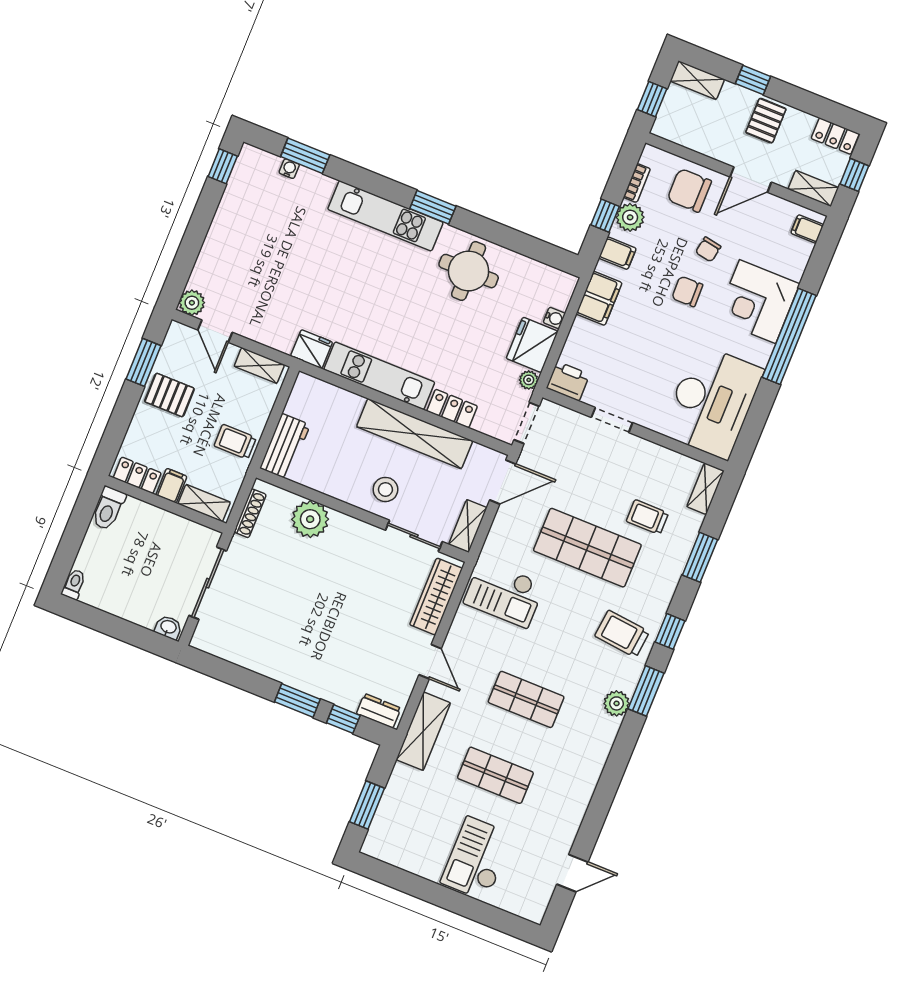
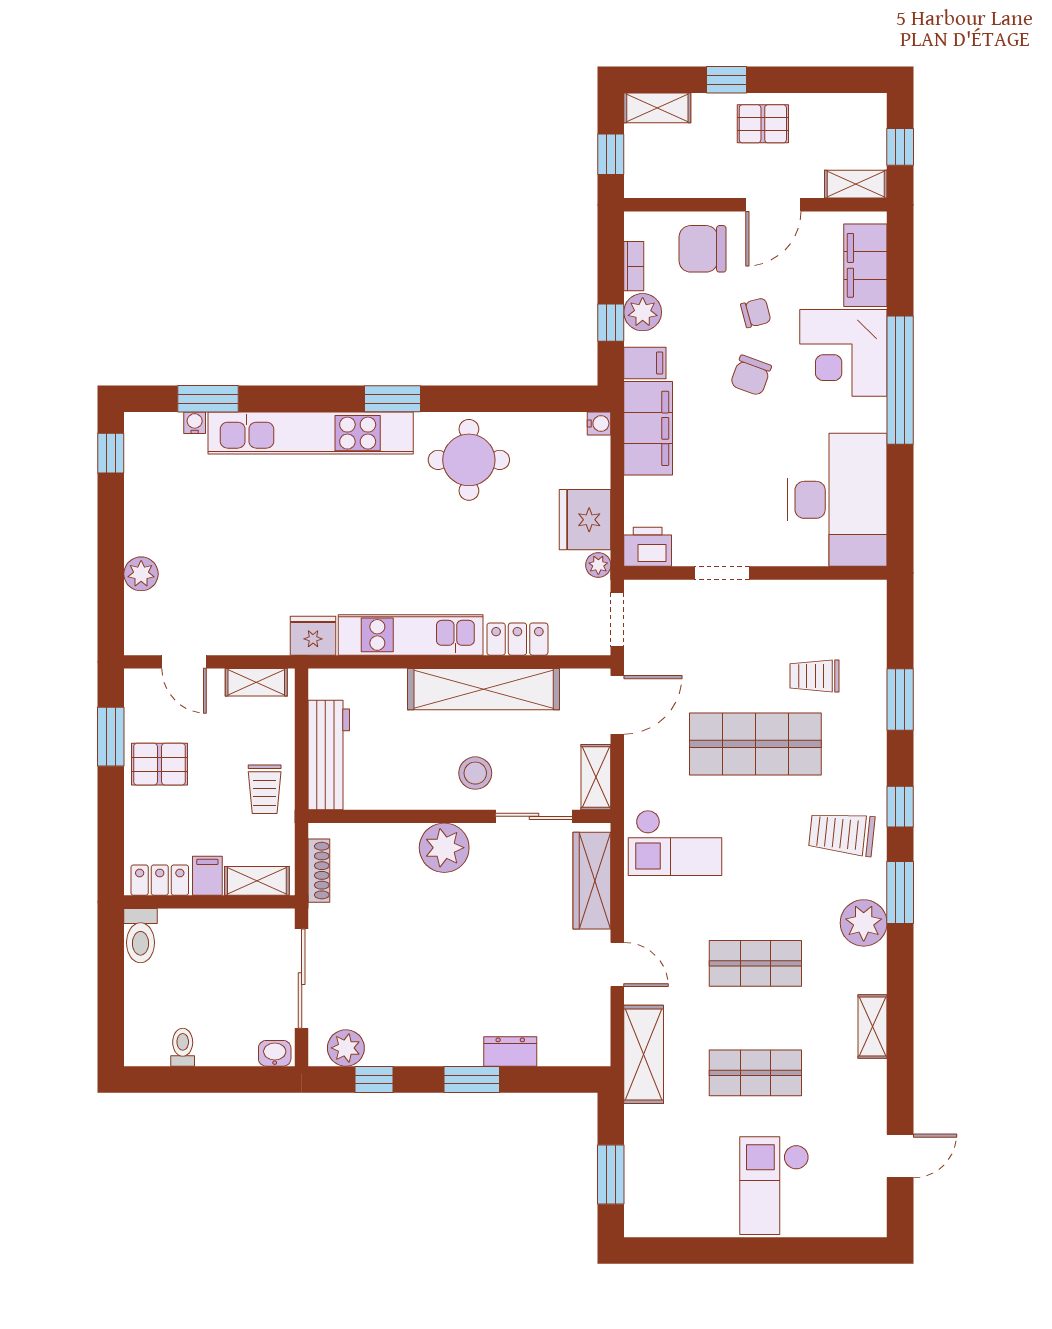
pallet: (766, 121) -> (763, 124), turned 90
locker: (835, 136) -> (857, 108), removed
kitchen unit: (385, 216) -> (311, 433), width x1.36
filing cabinet: (807, 229) -> (865, 265), width x3.00, depth x1.17
chair: (708, 249) -> (756, 313), turned -115
chair: (687, 291) -> (751, 375), turned -69
filing cabinet: (599, 298) -> (648, 428), width x1.50, depth x1.17
plant: (192, 303) -> (141, 574), moved
water cooler: (554, 318) -> (599, 424), moved
trolley: (235, 442) -> (265, 789), turned -90
workbench: (285, 446) -> (329, 755), width x1.38
shelving: (705, 489) -> (873, 1027), moved
plant: (310, 519) -> (444, 848), moved
toilet: (74, 584) -> (183, 1047), moved
plant: (219, 644) -> (346, 1048), added
plant: (617, 703) -> (864, 923), width x1.36, depth x1.36
dresser: (379, 711) -> (510, 1051), moved
window: (343, 719) -> (374, 1079), moved

